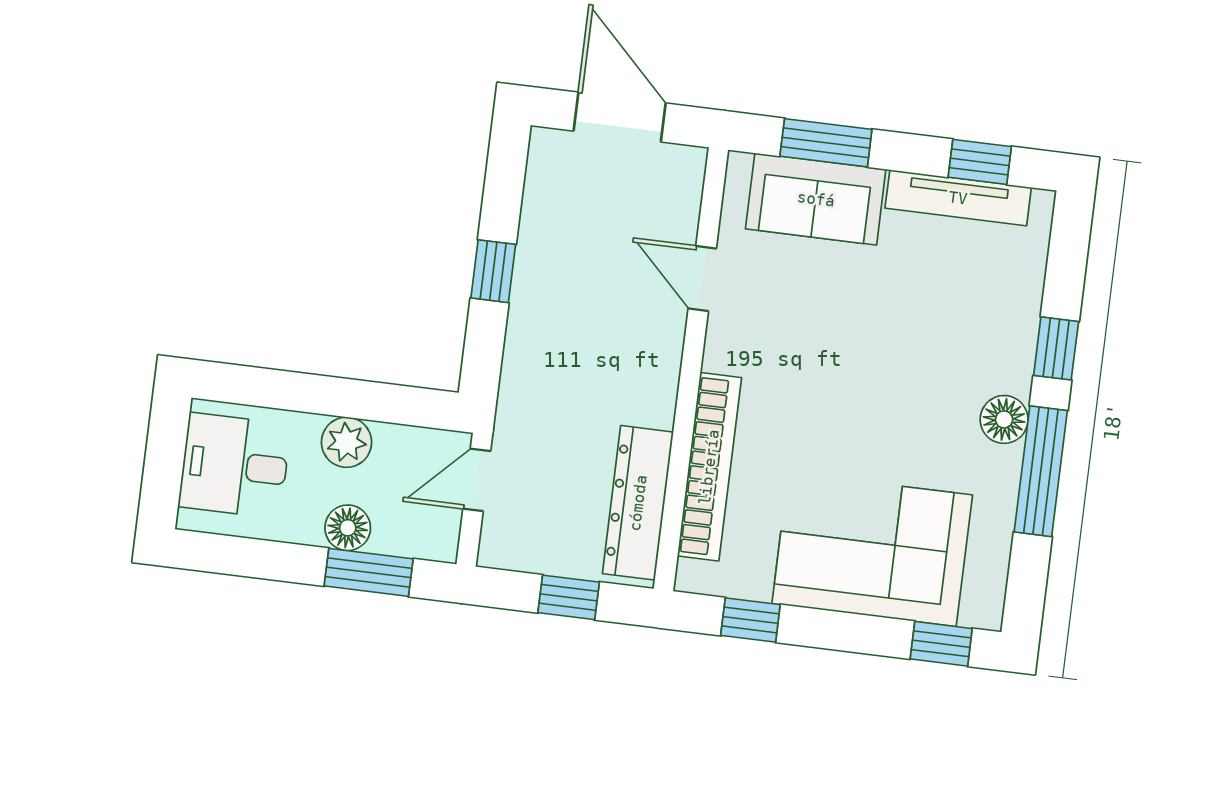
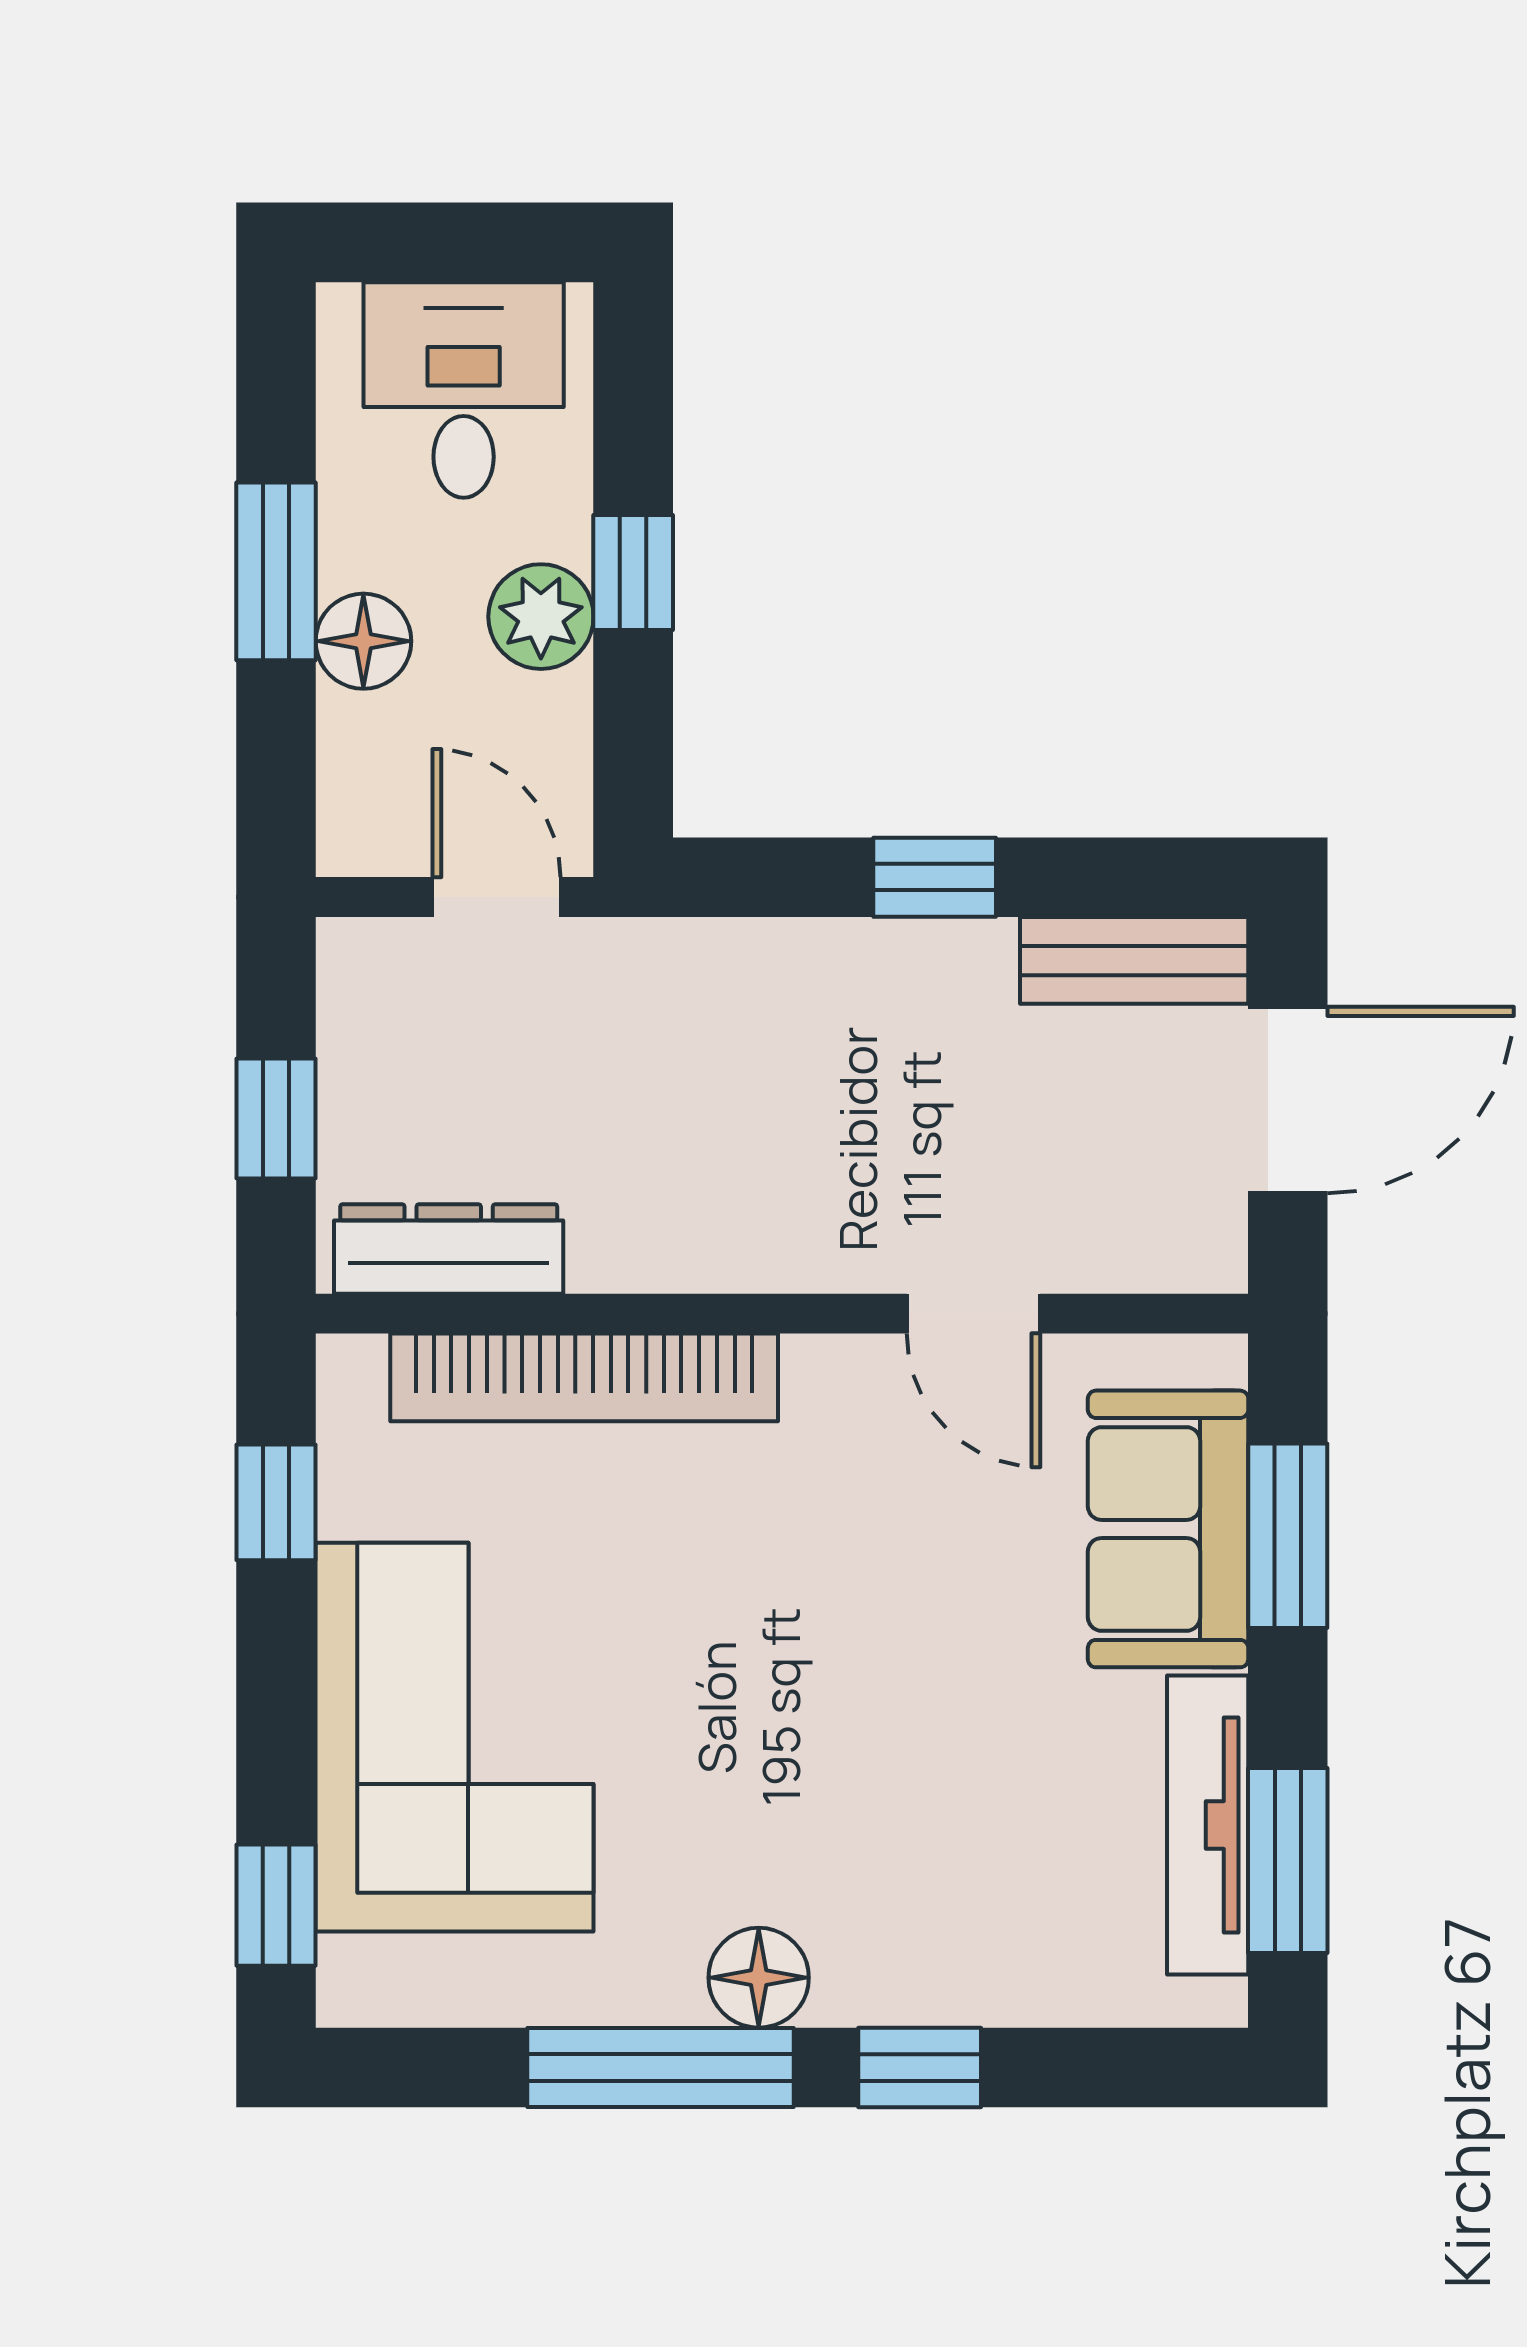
window: (980, 162) -> (1288, 1860), width x1.50
bench: (544, 182) -> (1134, 960), added
door: (702, 279) -> (973, 1314), swing flipped
window: (331, 396) -> (633, 573), added
dresser: (638, 503) -> (449, 1249), width x0.73, depth x0.80
window: (369, 572) -> (276, 571), moved

